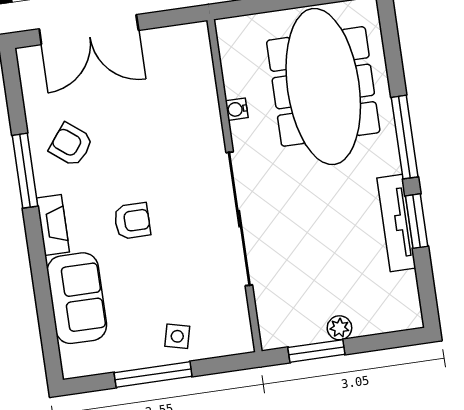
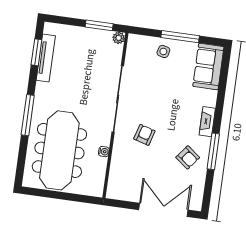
armchair: (132, 221) -> (144, 135), moved, turned 106
window: (417, 221) -> (36, 52), moved
tv unit: (396, 223) -> (46, 58), moved
sofa: (77, 298) -> (208, 66), moved
plant: (339, 328) -> (119, 38), moved

